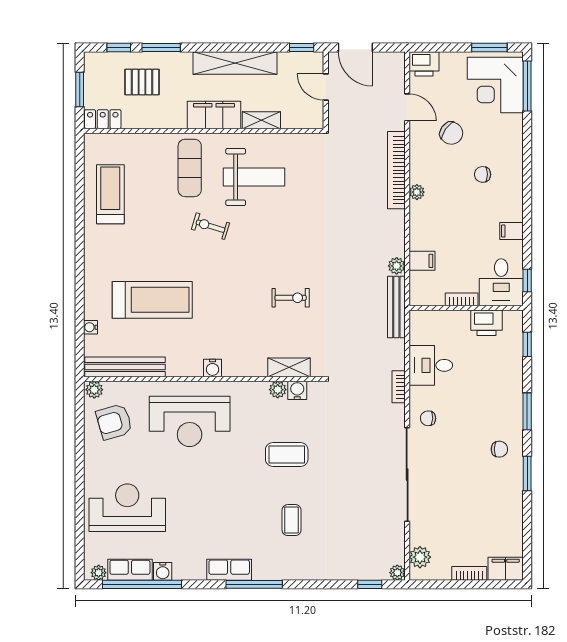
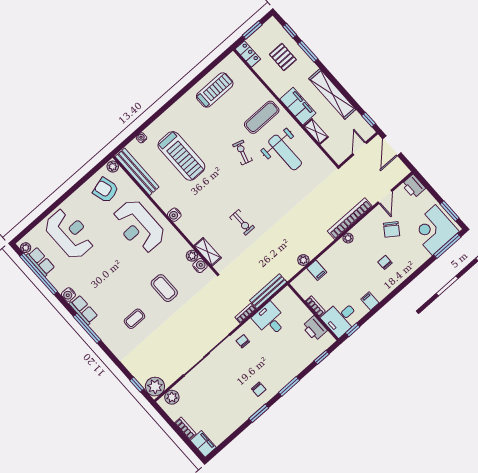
bench: (396, 307) -> (268, 291), moved
water cooler: (163, 571) -> (68, 295), moved
plant: (397, 573) -> (155, 387), width x1.88, depth x1.88

